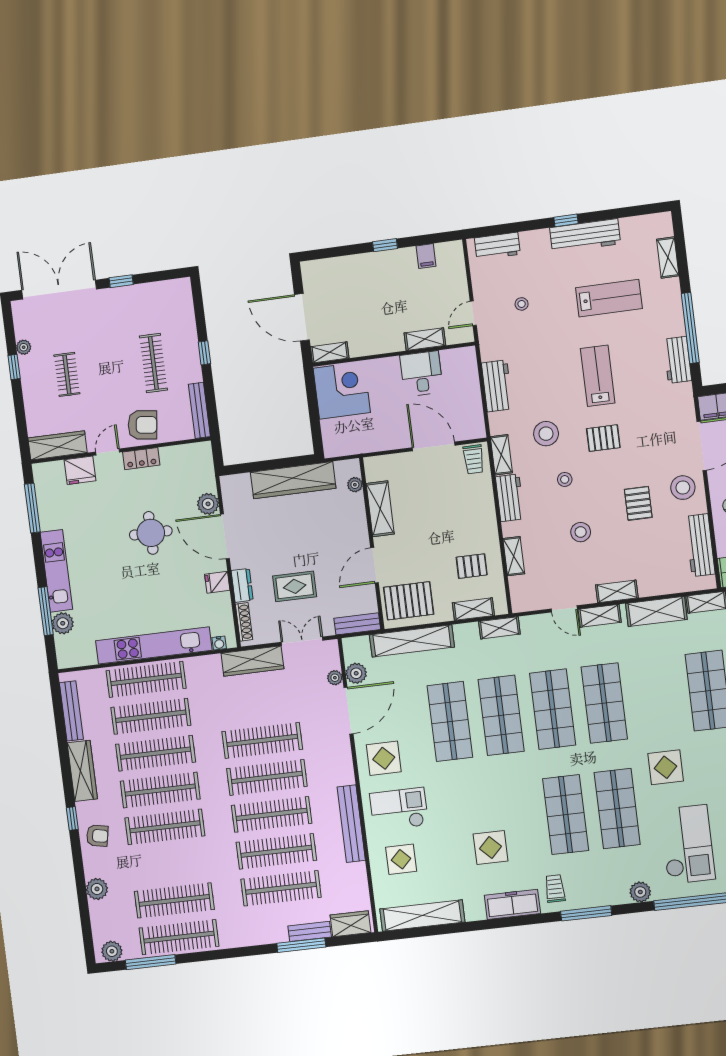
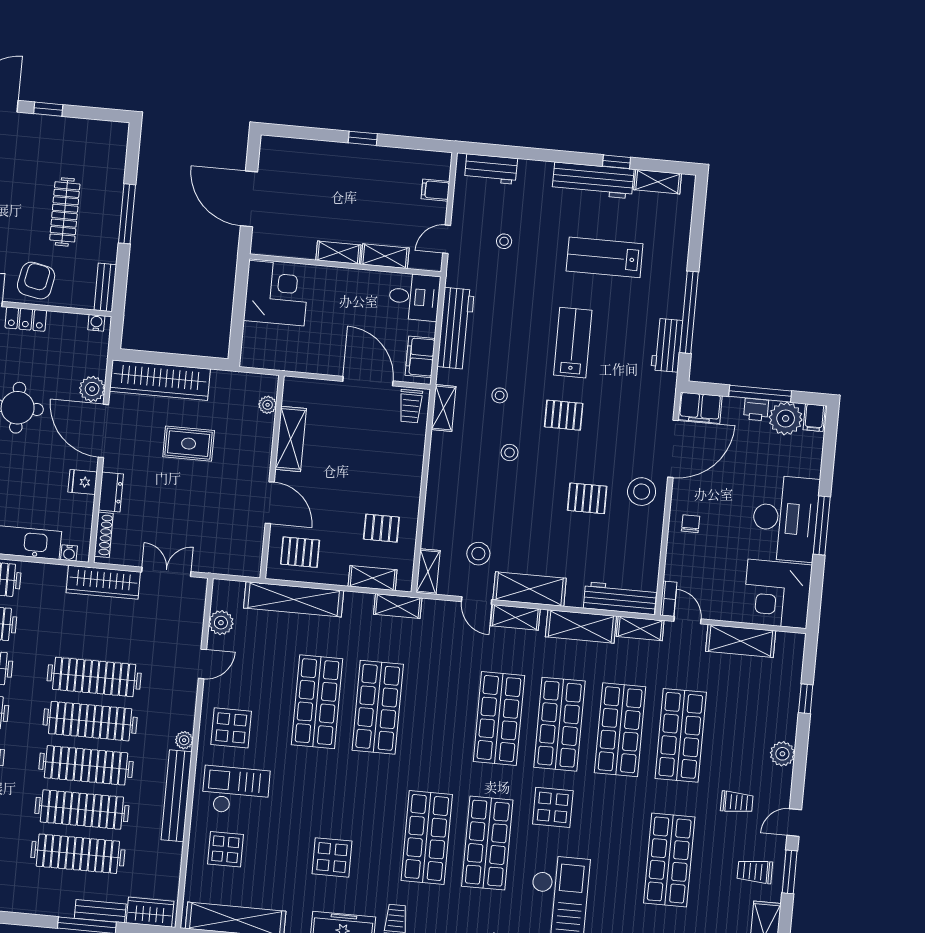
window: (566, 220) -> (617, 162), moved
filing cabinet: (426, 256) -> (435, 190), moved, turned 90
shelving: (668, 258) -> (658, 182), moved, turned 90
lab bench: (609, 298) -> (605, 257), turned 180
shelving: (330, 352) -> (338, 253), moved
window: (204, 353) -> (127, 214), width x2.17
desk: (421, 374) -> (414, 297), moved, turned 90
workbench: (497, 386) -> (456, 328), width x1.38
bench: (199, 410) -> (105, 287), width x0.73
filing cabinet: (473, 416) -> (420, 357), added
armchair: (143, 425) -> (36, 281), turned -86
stool: (546, 434) -> (500, 395), width x0.53, depth x0.53
water cooler: (199, 449) -> (96, 323), added
wardrobe: (293, 480) -> (160, 380), moved
workbench: (510, 498) -> (442, 459), removed
pallet: (638, 503) -> (587, 498), turned 90
stool: (581, 532) -> (478, 554), moved
workbench: (700, 545) -> (620, 598), moved, turned 90
shelving: (514, 556) -> (428, 572), moved
door: (375, 565) -> (270, 503), swing flipped
rug: (295, 586) -> (189, 444), moved
shelving: (617, 591) -> (530, 589), width x1.50, depth x1.33
pallet: (409, 601) -> (300, 552), width x0.67, depth x0.71
bench: (357, 624) -> (235, 566), removed
plant: (335, 678) -> (184, 740), moved
shop shelf: (553, 709) -> (559, 724), moved
door: (348, 711) -> (202, 664), width x0.53

